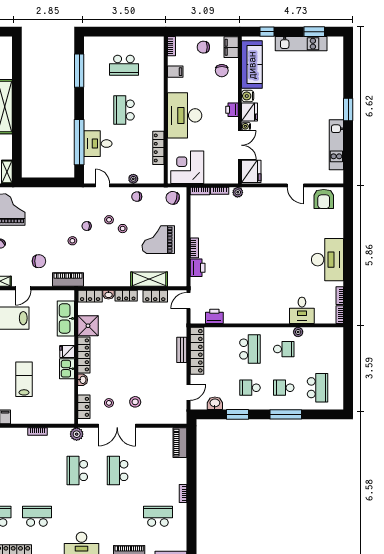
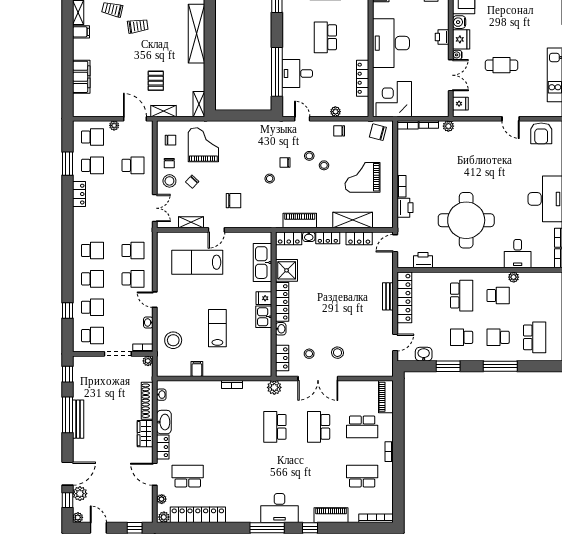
cafe table: (287, 136) -> (501, 65), added
fridge: (251, 171) -> (460, 104), width x0.53, depth x0.75
round table: (254, 279) -> (466, 220), added
piano: (68, 280) -> (300, 220), moved
school desk: (37, 516) -> (362, 427), moved, turned 180

